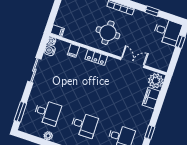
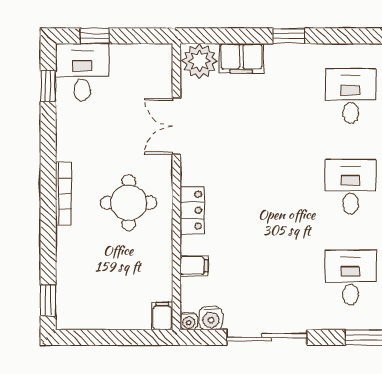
window: (152, 11) -> (48, 86), moved
sliding door: (34, 70) -> (267, 337), width x1.37
window: (150, 132) -> (289, 36), moved

